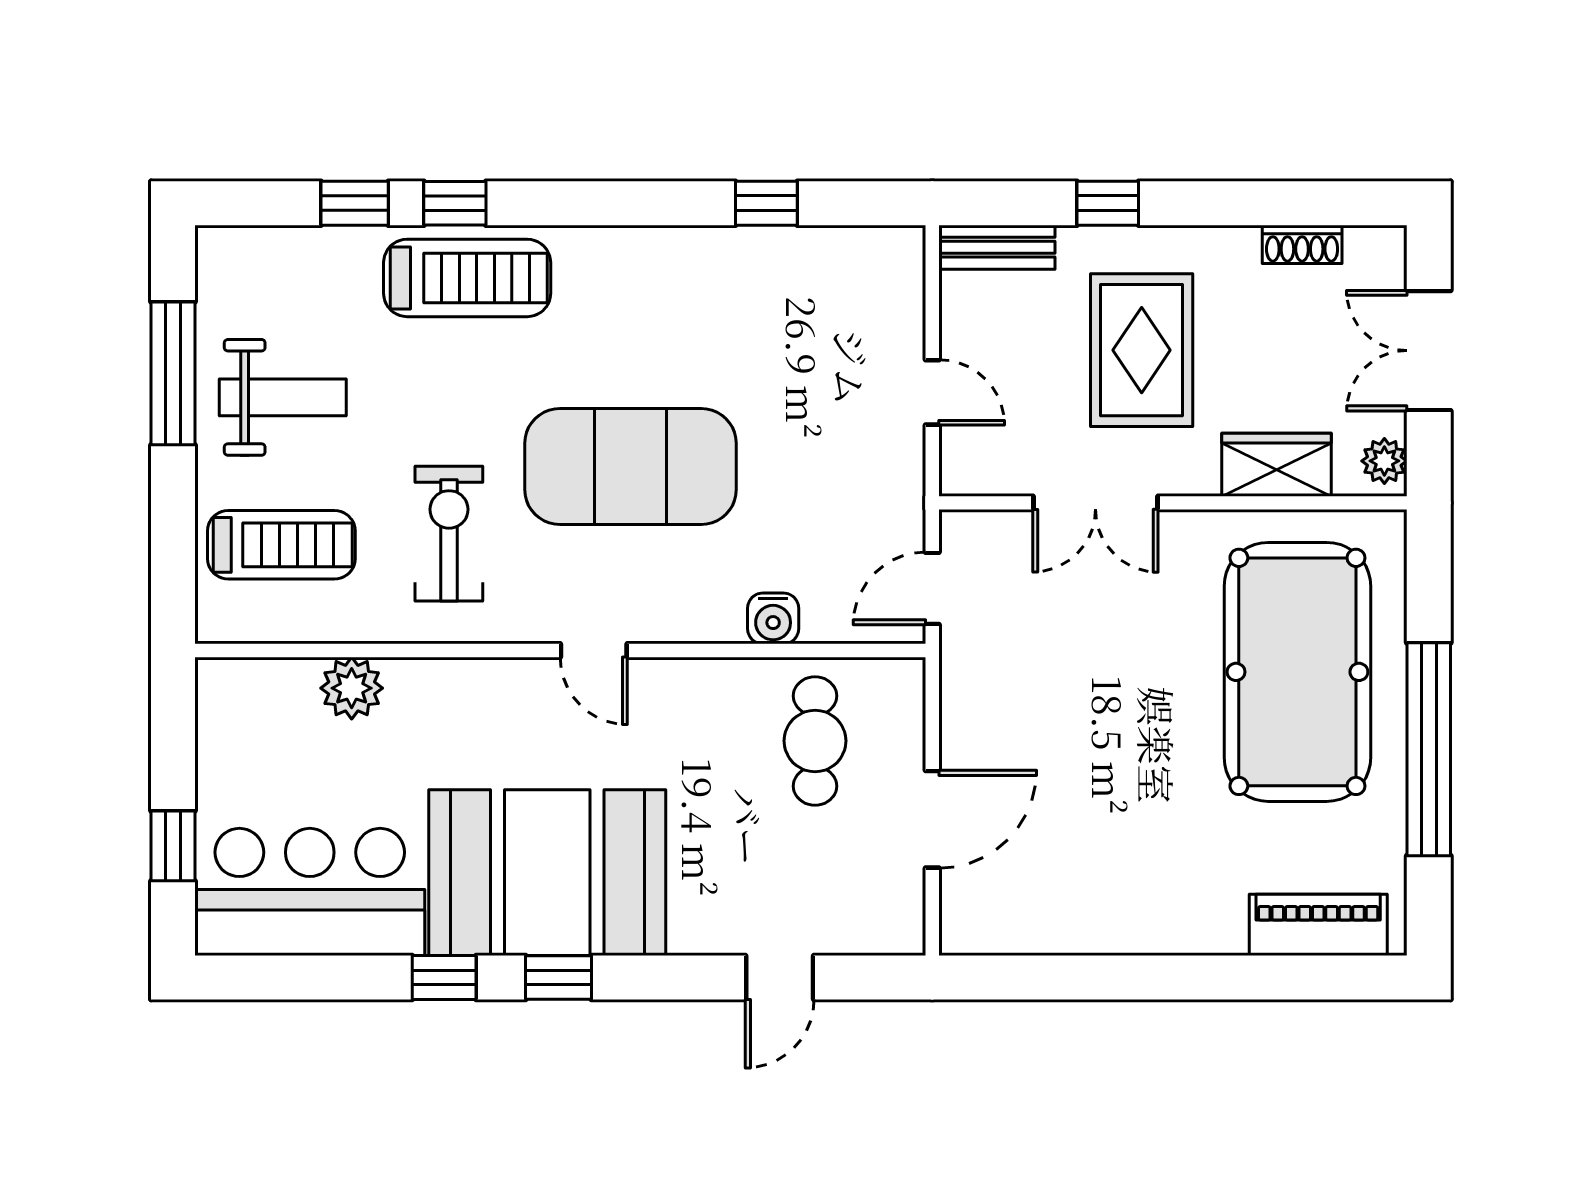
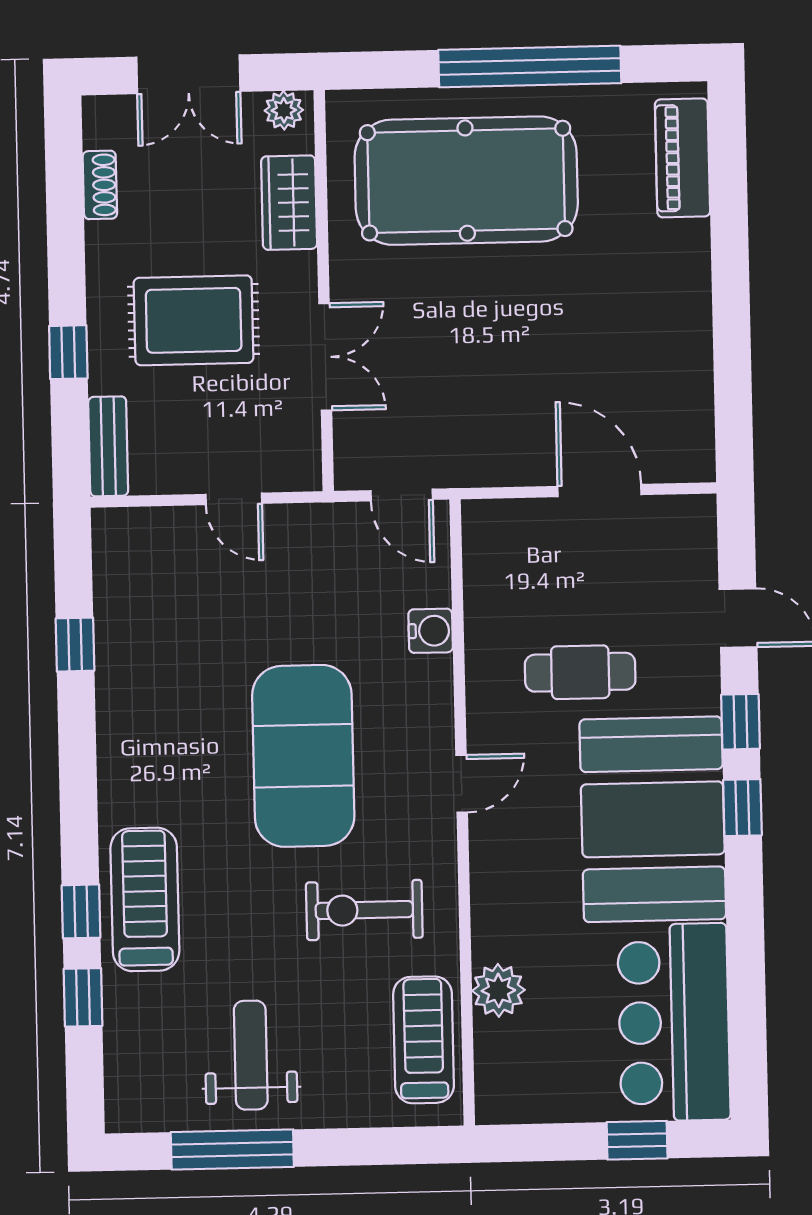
door: (932, 392) -> (234, 499), swing flipped
treadmill: (281, 545) -> (424, 1040), moved
cafe table: (815, 741) -> (580, 672), moved
window: (444, 978) -> (740, 722), moved

